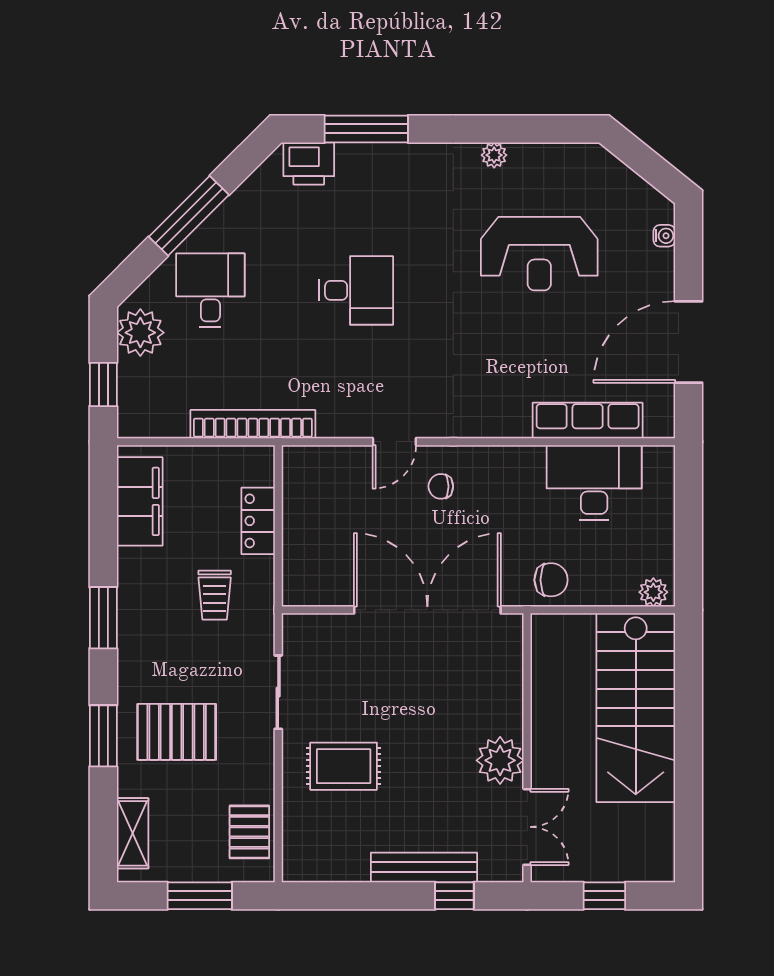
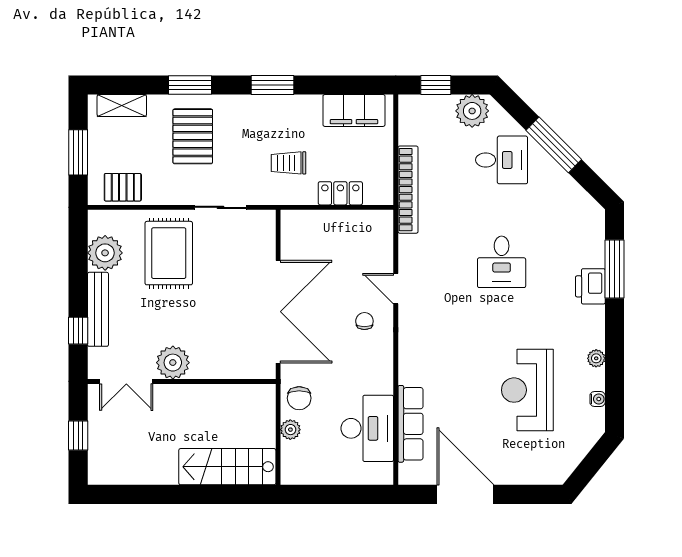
printer: (309, 163) -> (590, 286), moved
water cooler: (664, 236) -> (598, 399), moved, turned -90
plant: (653, 592) -> (290, 430), moved
stairs: (636, 708) -> (227, 467), width x0.73, depth x0.66
rug: (344, 766) -> (169, 253), width x1.36, depth x1.43
plant: (343, 857) -> (105, 253), added

